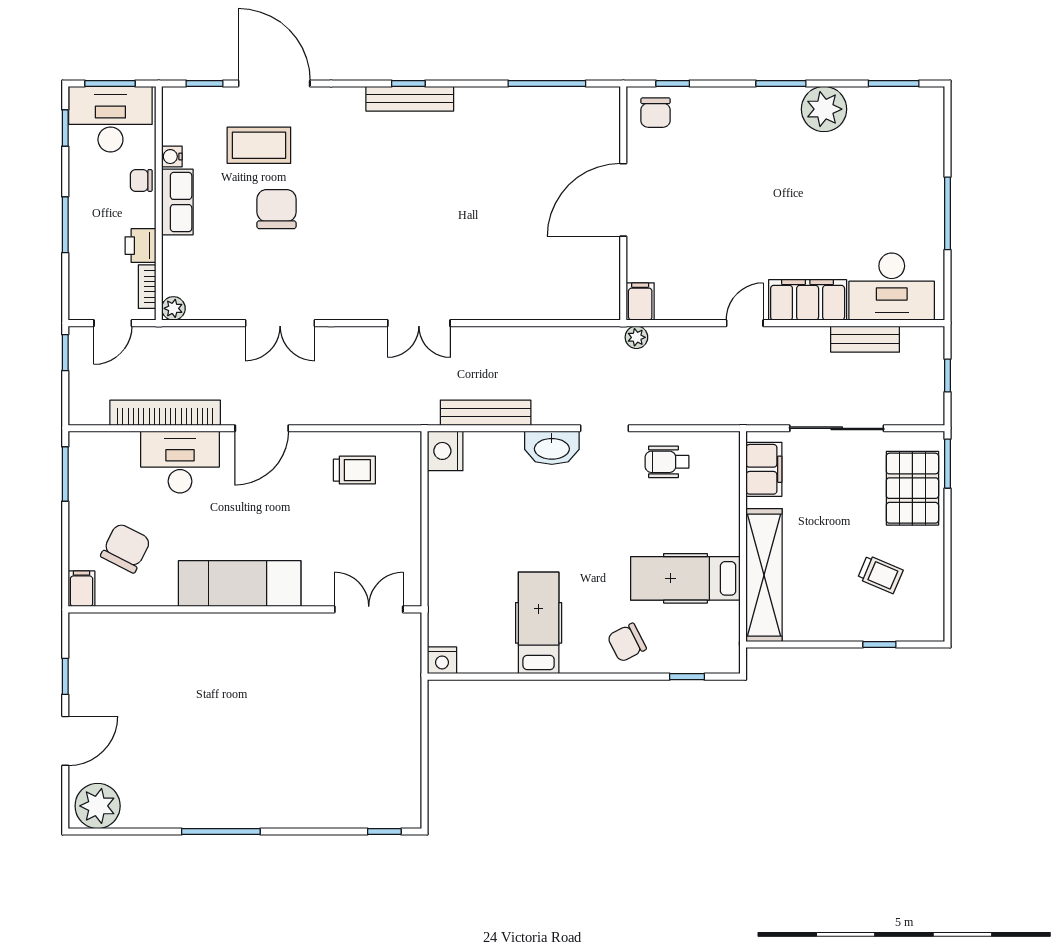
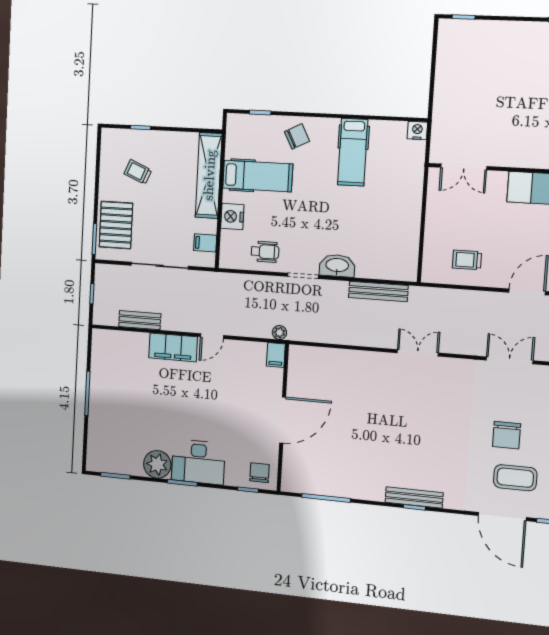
desk: (892, 287) -> (198, 462), moved, turned 180
nightstand: (445, 451) -> (232, 216), moved, turned 180
filing cabinet: (764, 469) -> (205, 243), width x0.50

